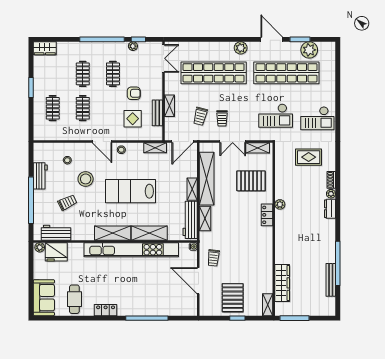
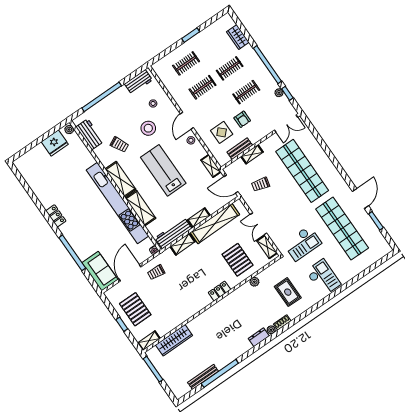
wardrobe: (45, 48) -> (238, 37), moved
plant: (241, 48) -> (337, 179), removed
plant: (309, 50) -> (373, 234), removed
checkout: (276, 116) -> (302, 243), turned -90
trolley: (222, 118) -> (271, 203), removed
checkout: (317, 118) -> (323, 278), turned 180
workbench: (40, 176) -> (139, 82), moved
trolley: (67, 203) -> (119, 145), moved
plant: (280, 204) -> (254, 282), moved
fridge: (56, 252) -> (55, 143), moved, turned -90
sofa: (44, 298) -> (100, 271), moved, turned -90
pallet: (233, 298) -> (135, 309), turned 90
cafe table: (74, 299) -> (47, 185), removed

